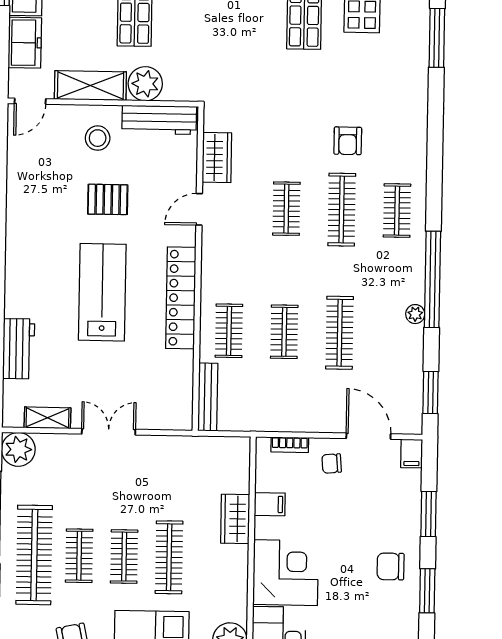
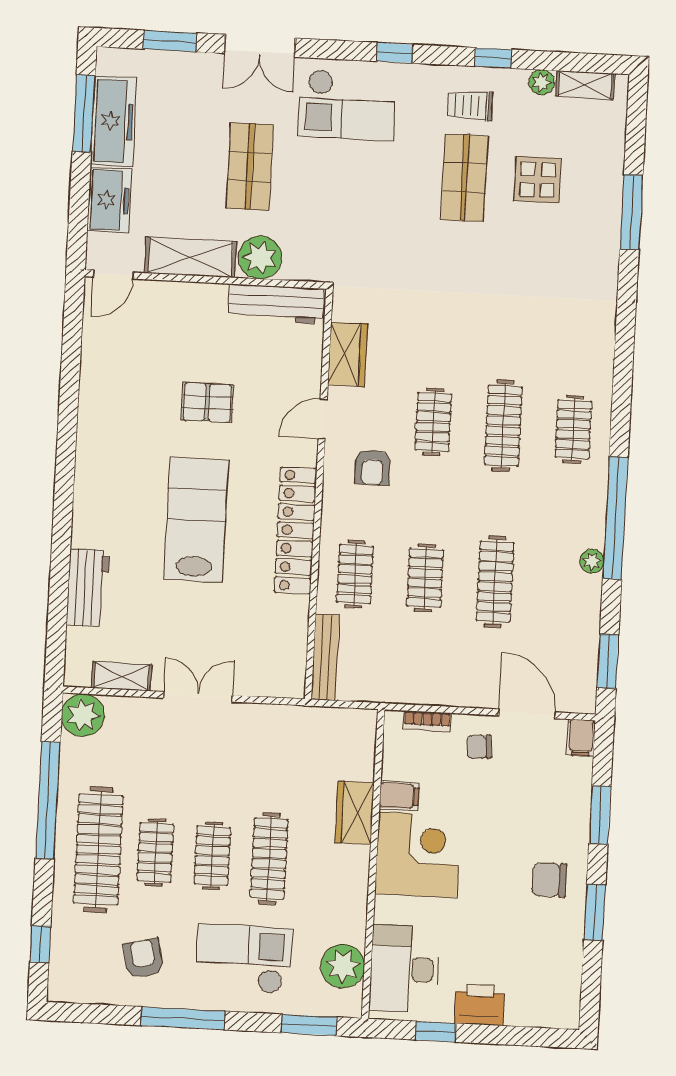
stool: (98, 138) -> (197, 324), removed
armchair: (348, 141) -> (372, 467), moved
corner desk: (286, 573) -> (418, 855), moved

